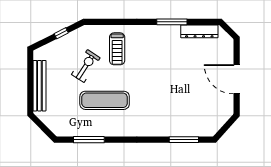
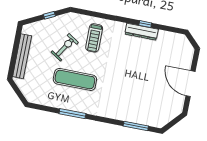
window: (172, 22) -> (145, 24), width x0.46
dresser: (199, 31) -> (142, 32), moved
window: (89, 140) -> (72, 114), moved

